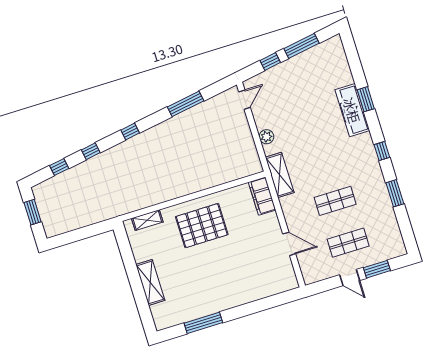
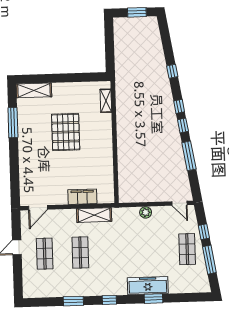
shop shelf: (296, 75) -> (187, 249), added
window: (59, 167) -> (183, 125), moved
shelving: (280, 175) -> (94, 215), moved
filing cabinet: (262, 196) -> (82, 197), moved
pallet: (202, 226) -> (66, 132), moved
door: (289, 244) -> (38, 208), moved
window: (377, 269) -> (18, 271), removed
shelving: (150, 282) -> (34, 90), moved

